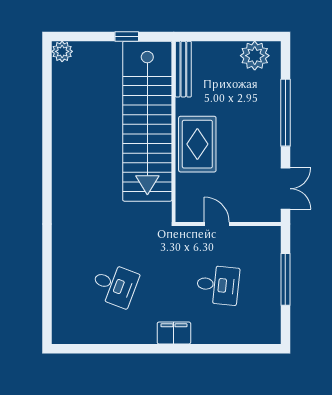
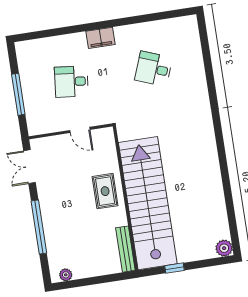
plant: (255, 56) -> (66, 275), width x0.53, depth x0.53
rug: (197, 144) -> (105, 191), width x0.73, depth x0.70

